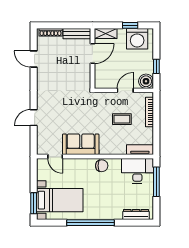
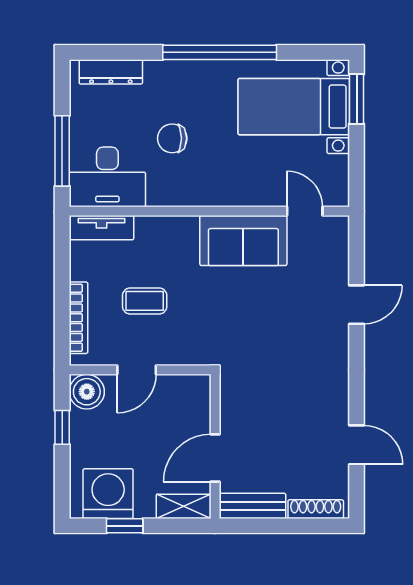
chair: (102, 166) -> (172, 138), moved

